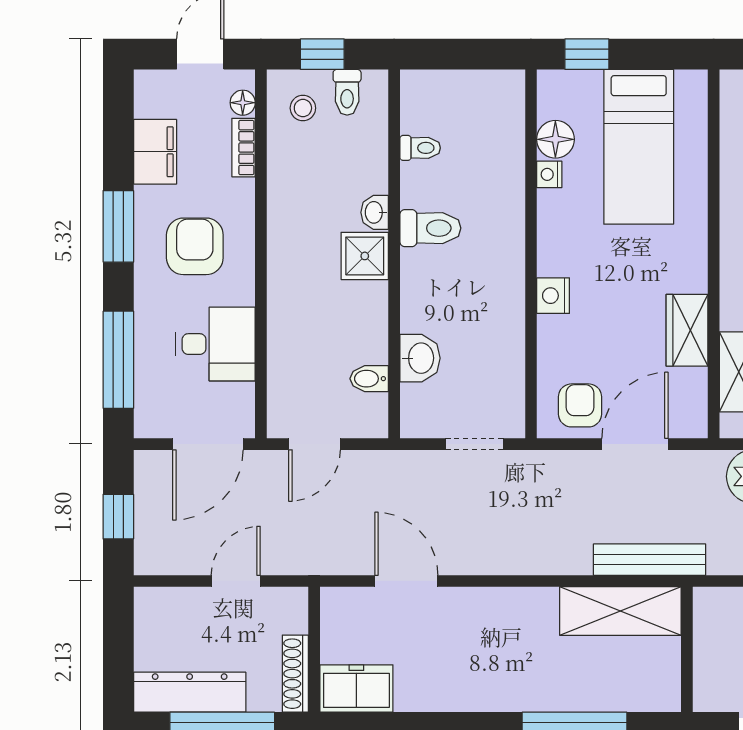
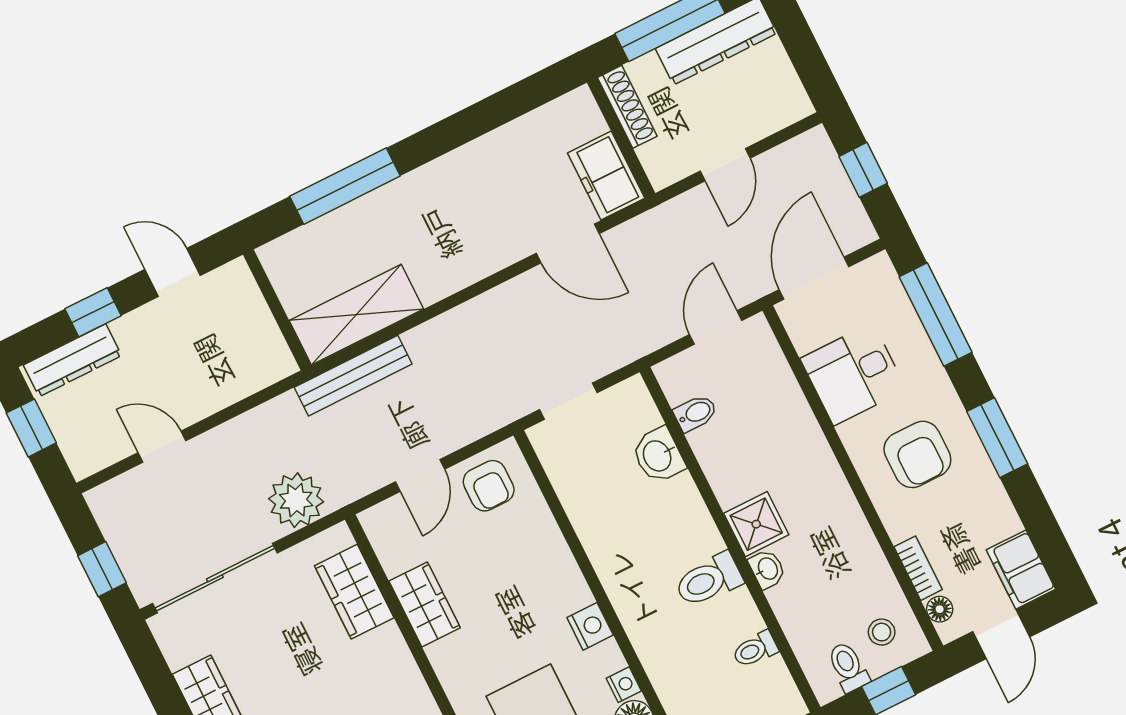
filing cabinet: (155, 152) -> (1021, 570), moved
nightstand: (553, 296) -> (590, 626), moved
door: (635, 444) -> (420, 475), width x0.73
freezer: (356, 688) -> (606, 176), moved, turned 90

